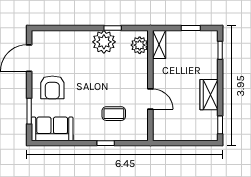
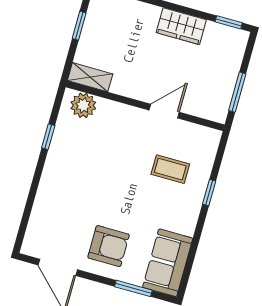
plant: (104, 42) -> (64, 155), removed
coffee table: (114, 114) -> (170, 169), turned 90
window: (176, 143) -> (237, 92), added

